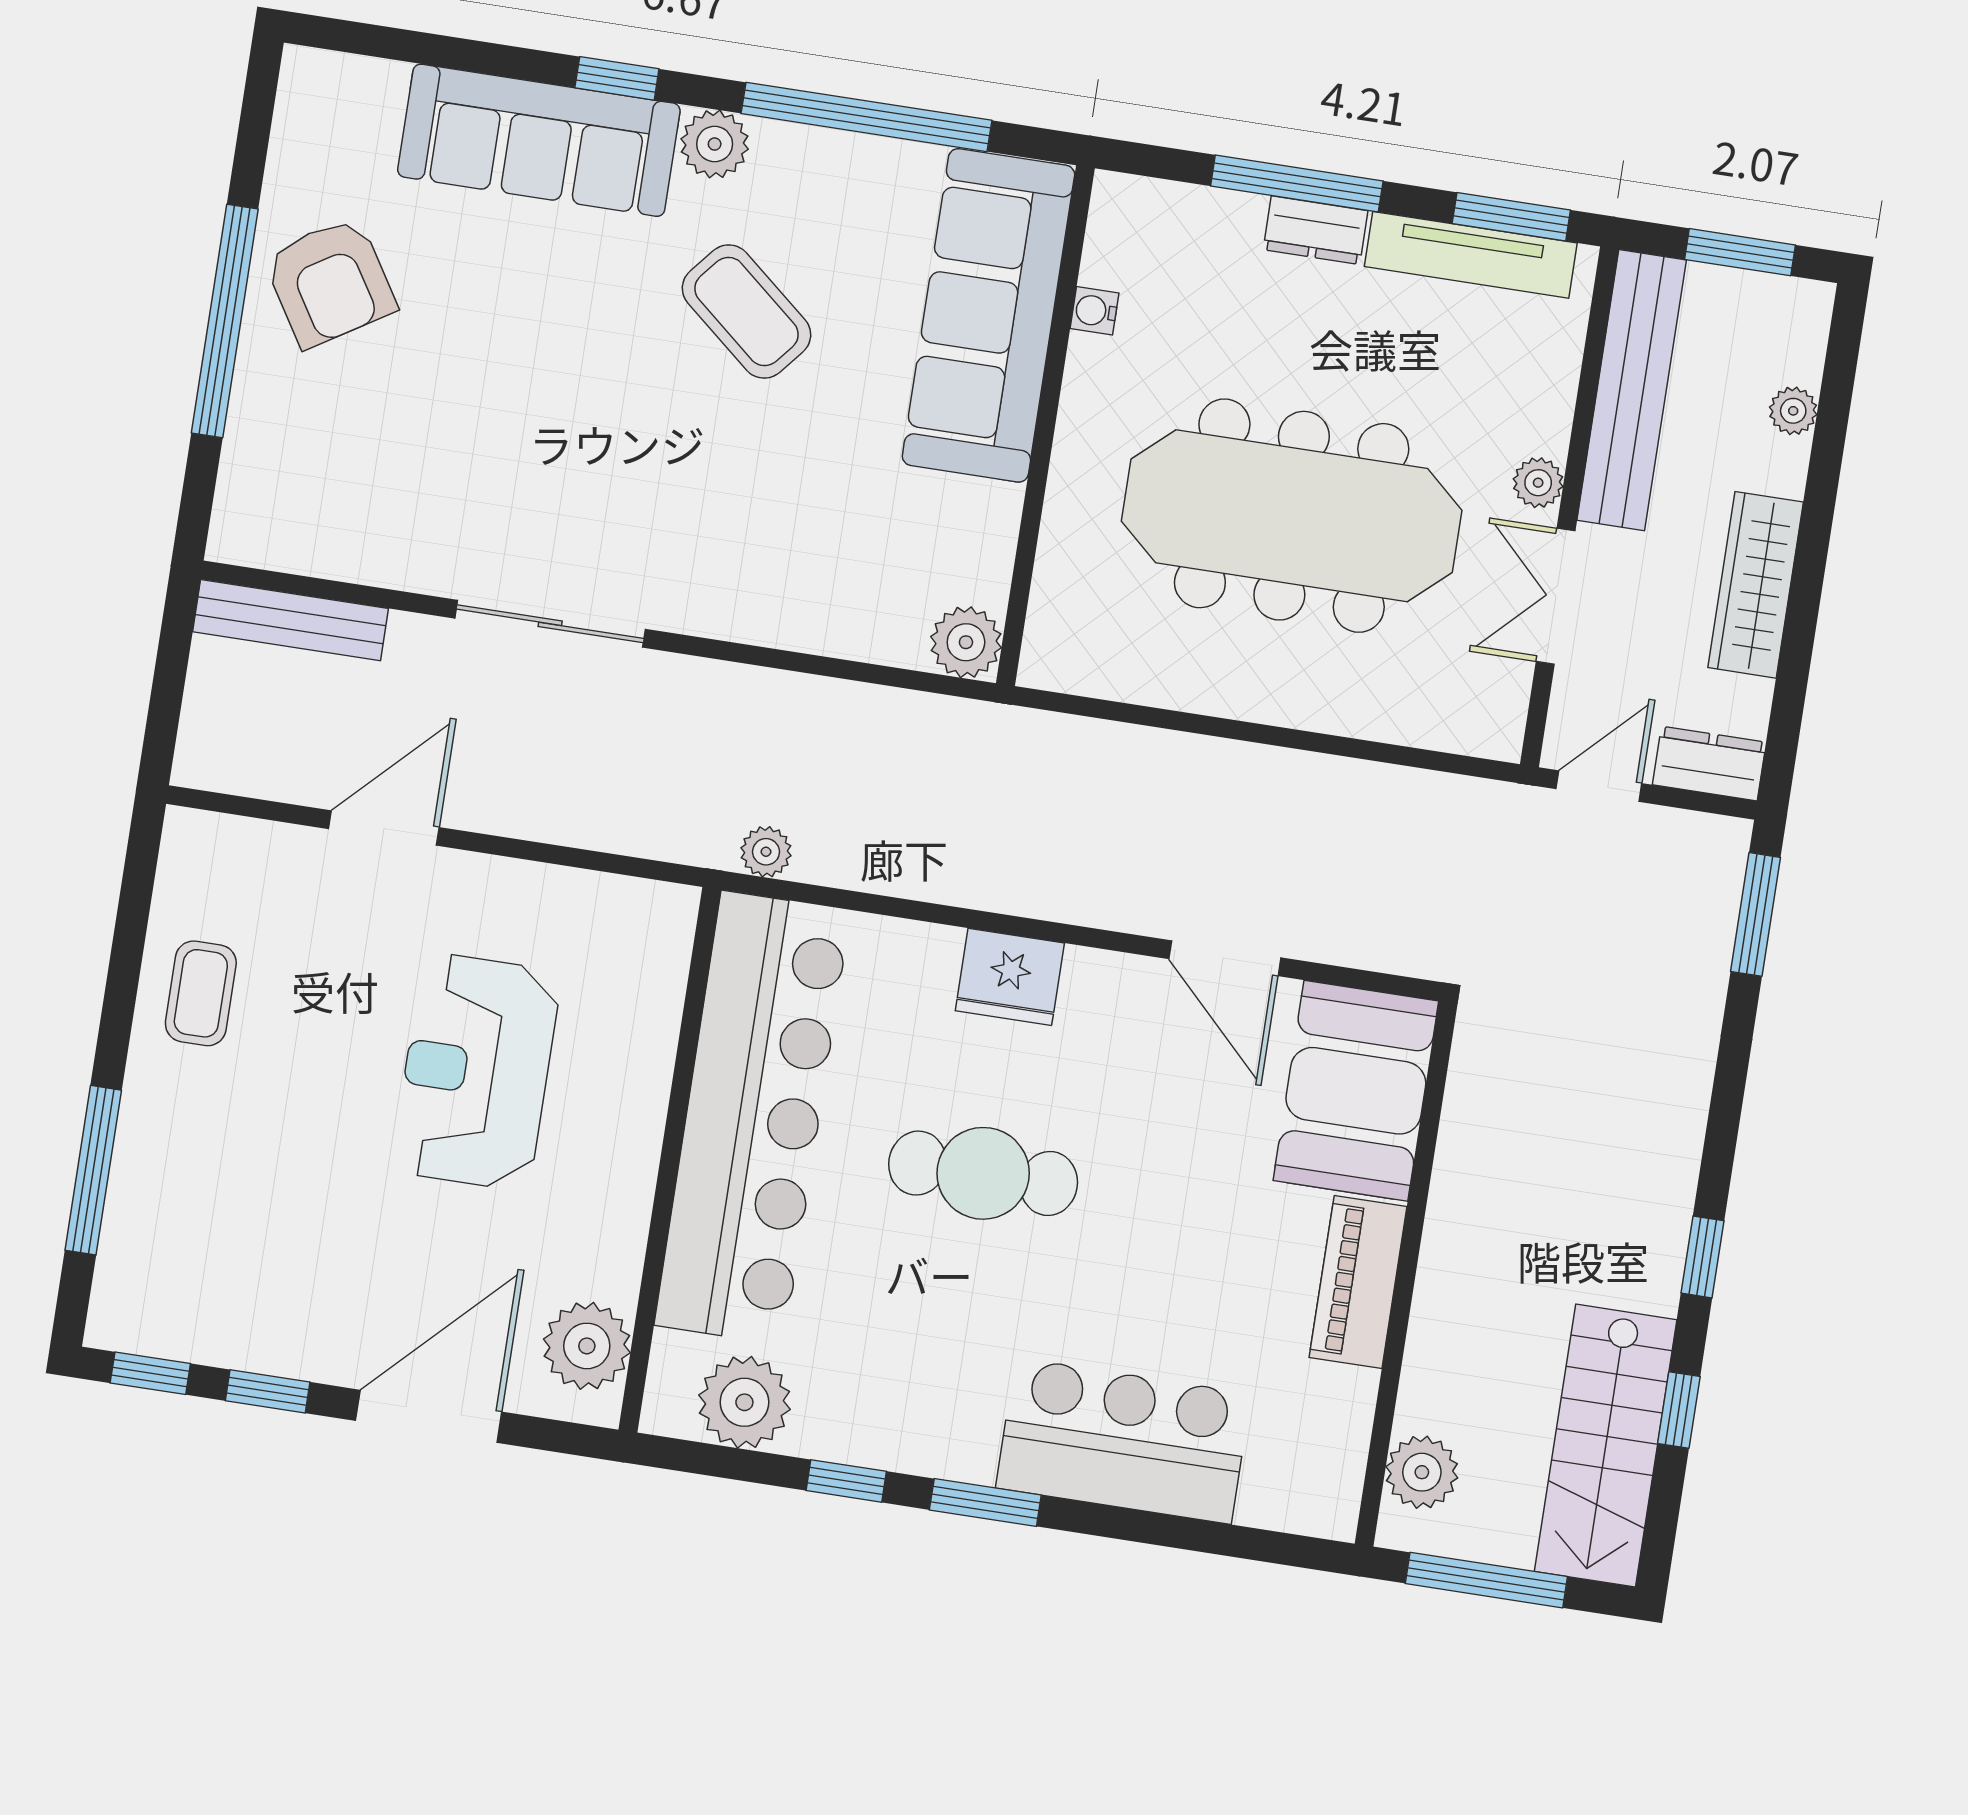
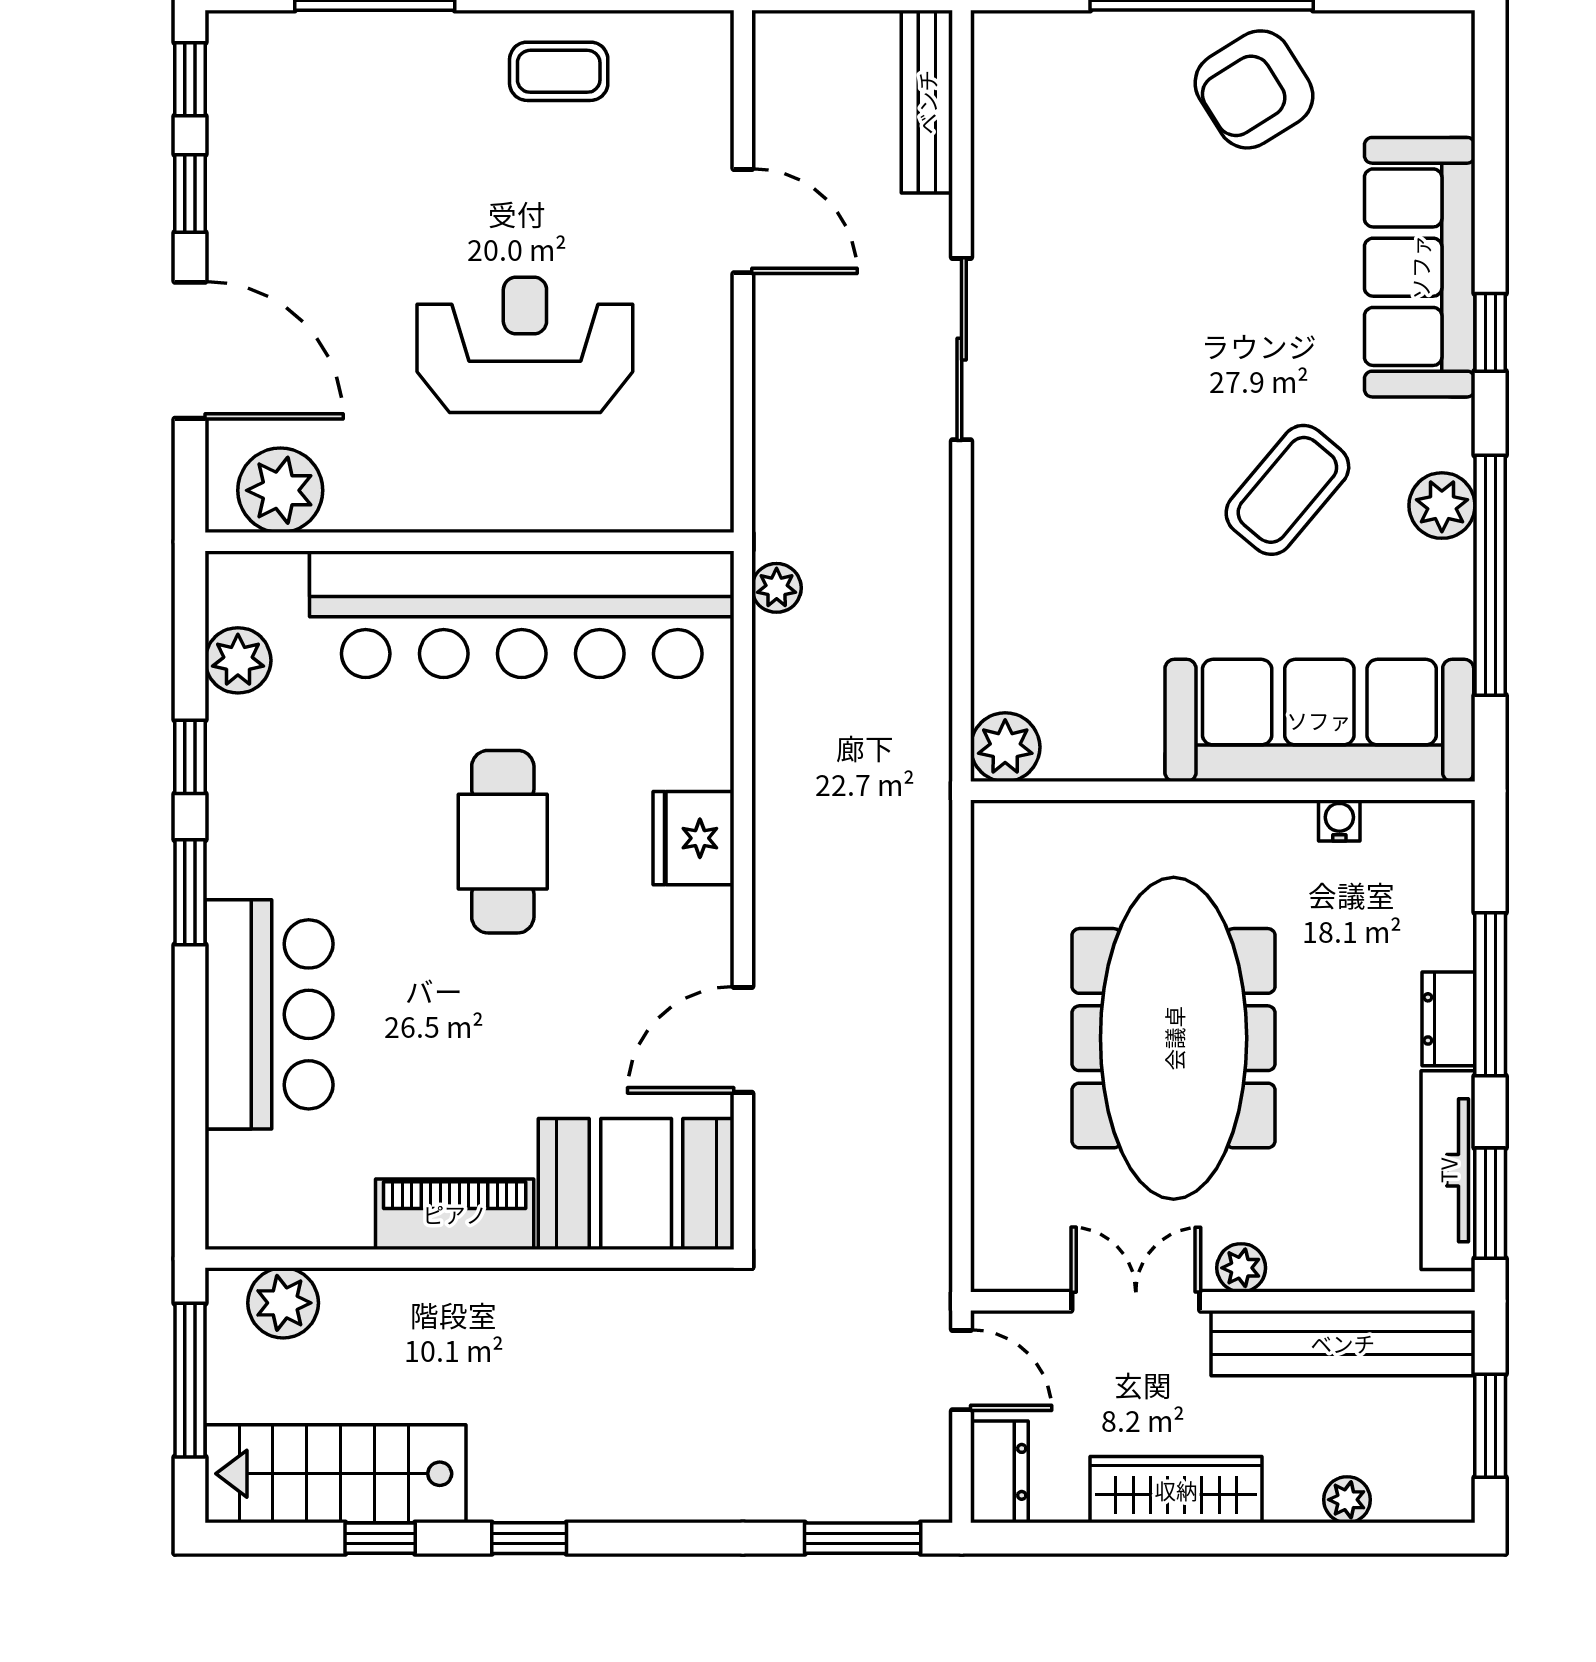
plant: (715, 144) -> (1442, 506), moved
plant: (744, 1402) -> (238, 660), width x0.73, depth x0.73

